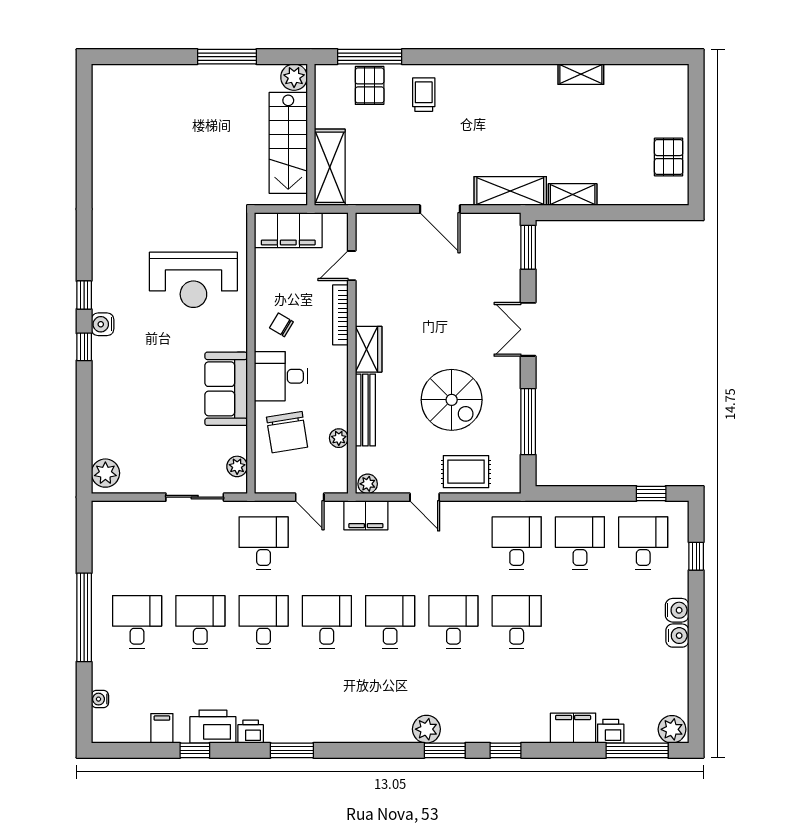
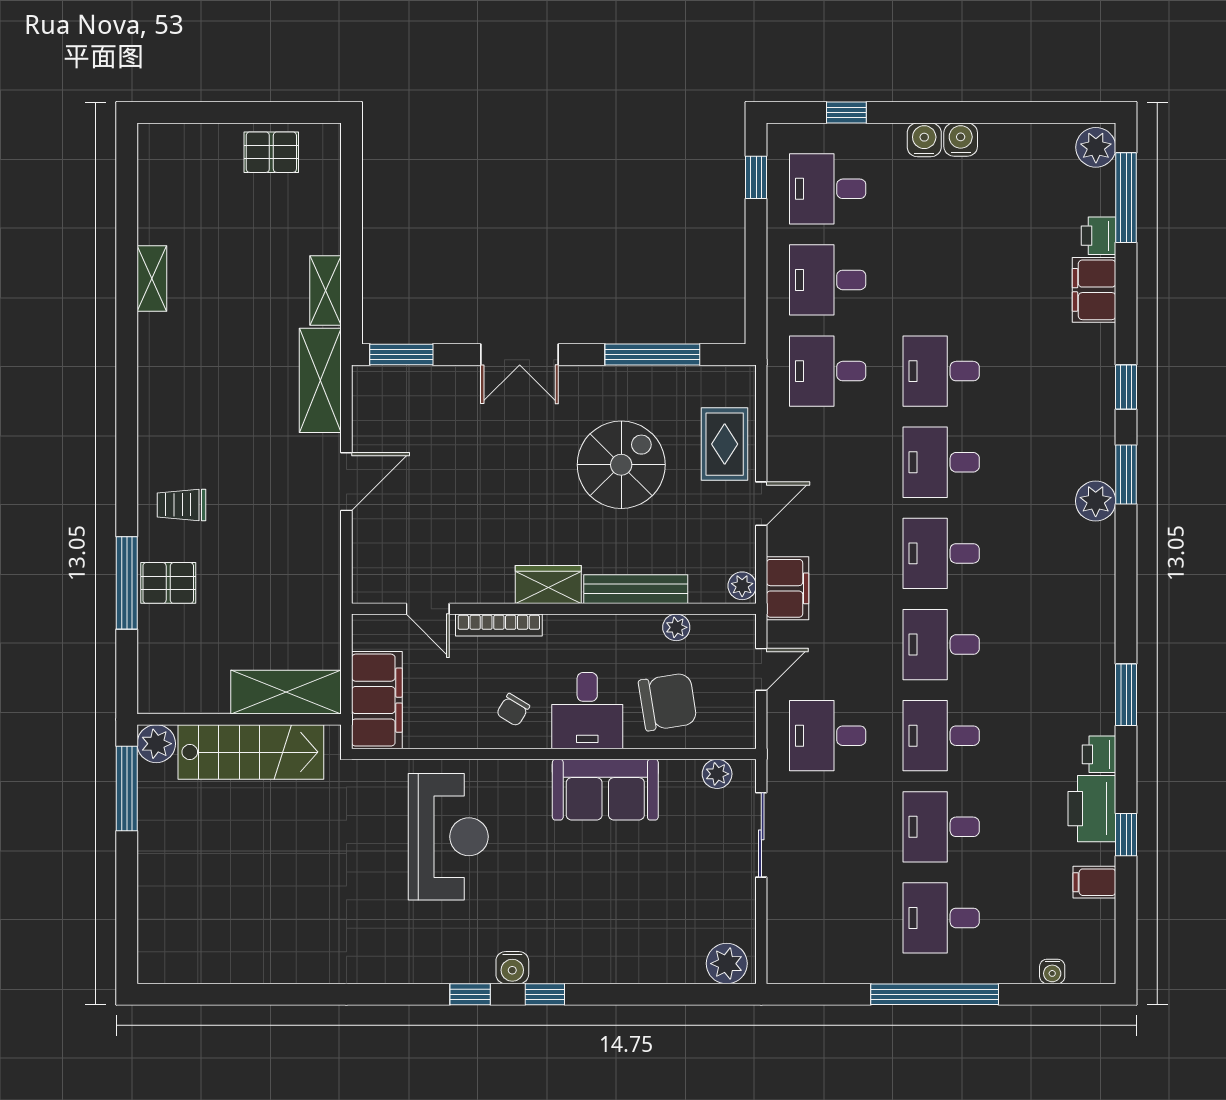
plant: (294, 77) -> (156, 744), moved
wall: (311, 135) -> (239, 719), moved
stairs: (288, 143) -> (251, 752), moved
shelving: (330, 167) -> (286, 692), moved

